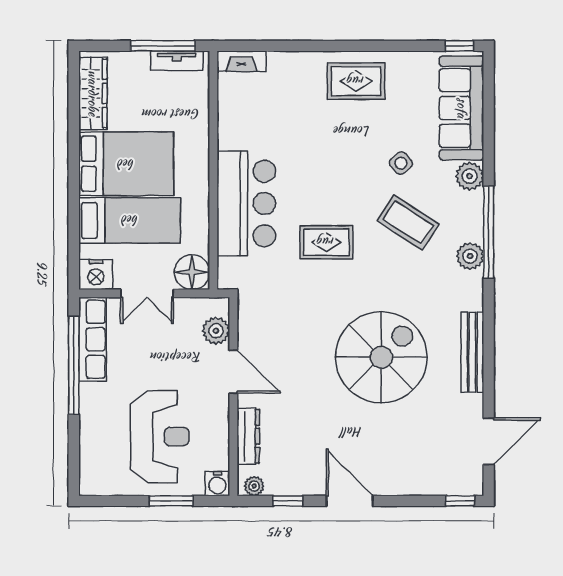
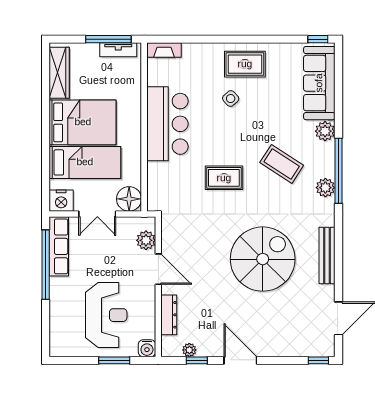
side table: (401, 163) -> (231, 99), moved
bar counter: (246, 204) -> (167, 124), moved
plant: (254, 486) -> (189, 350), moved

